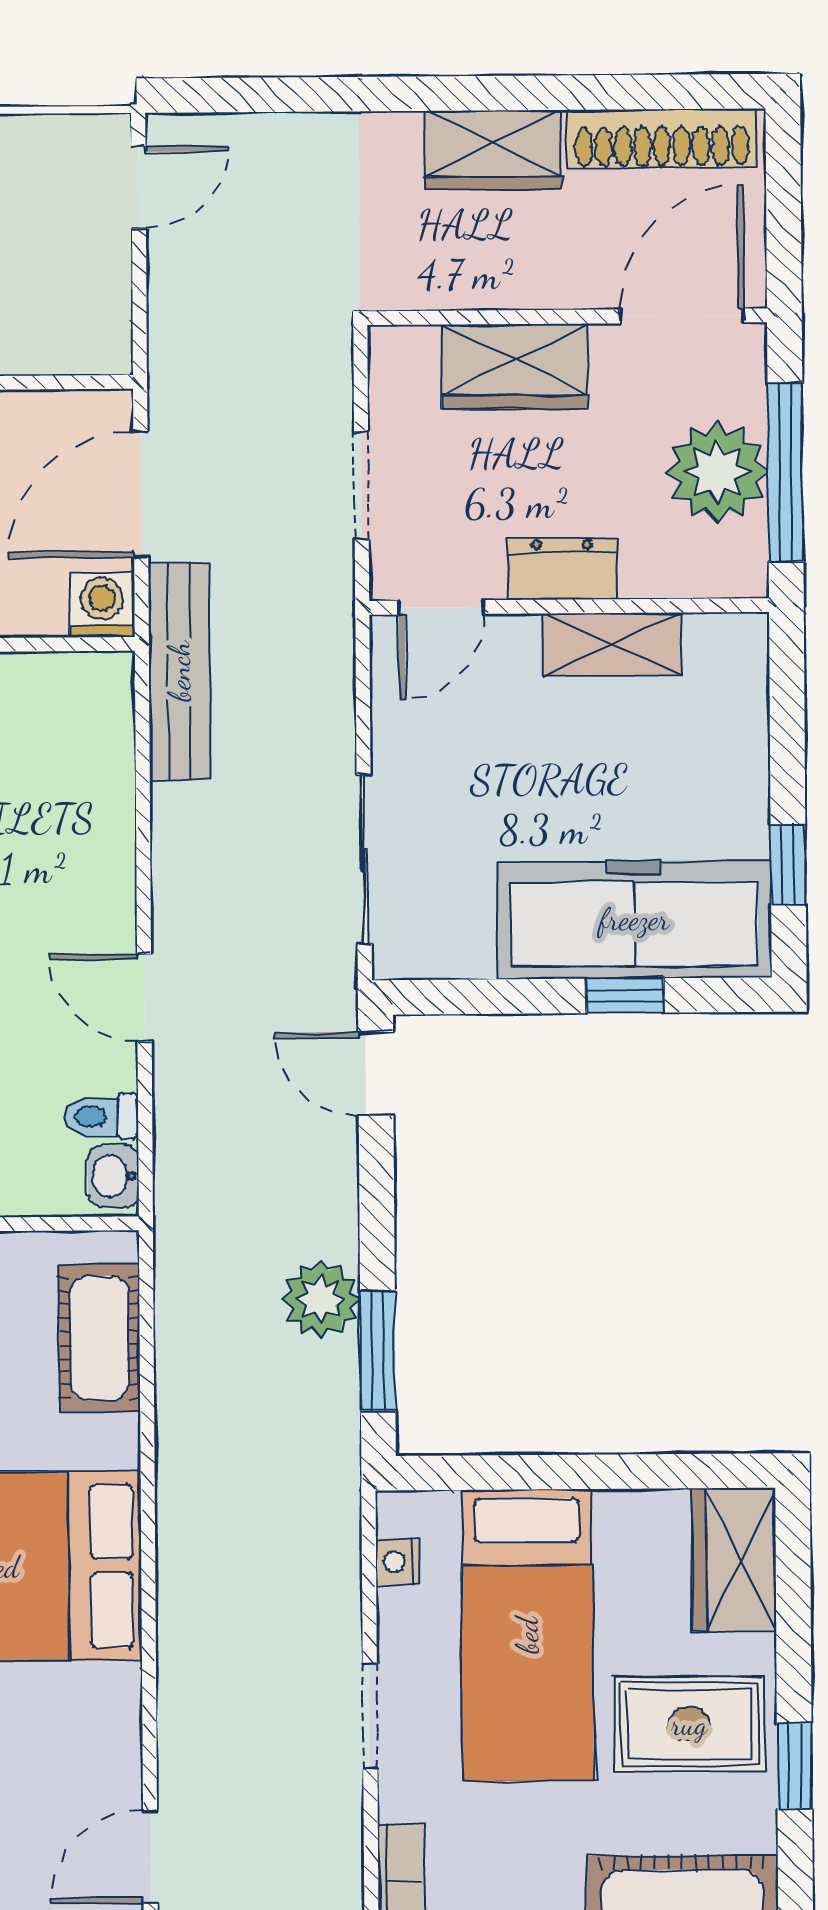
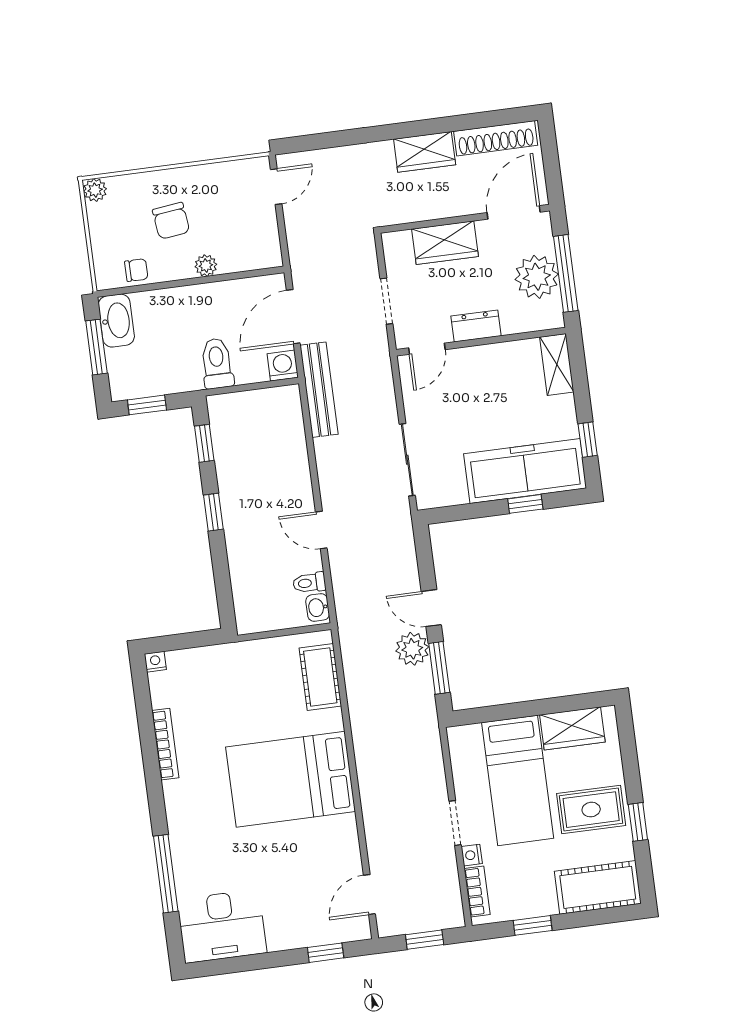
shelving: (611, 644) -> (557, 365), moved, turned 90
door: (376, 1074) -> (431, 608), moved
wardrobe: (734, 1560) -> (572, 728), moved, turned -90
nightstand: (398, 1562) -> (472, 855), moved

